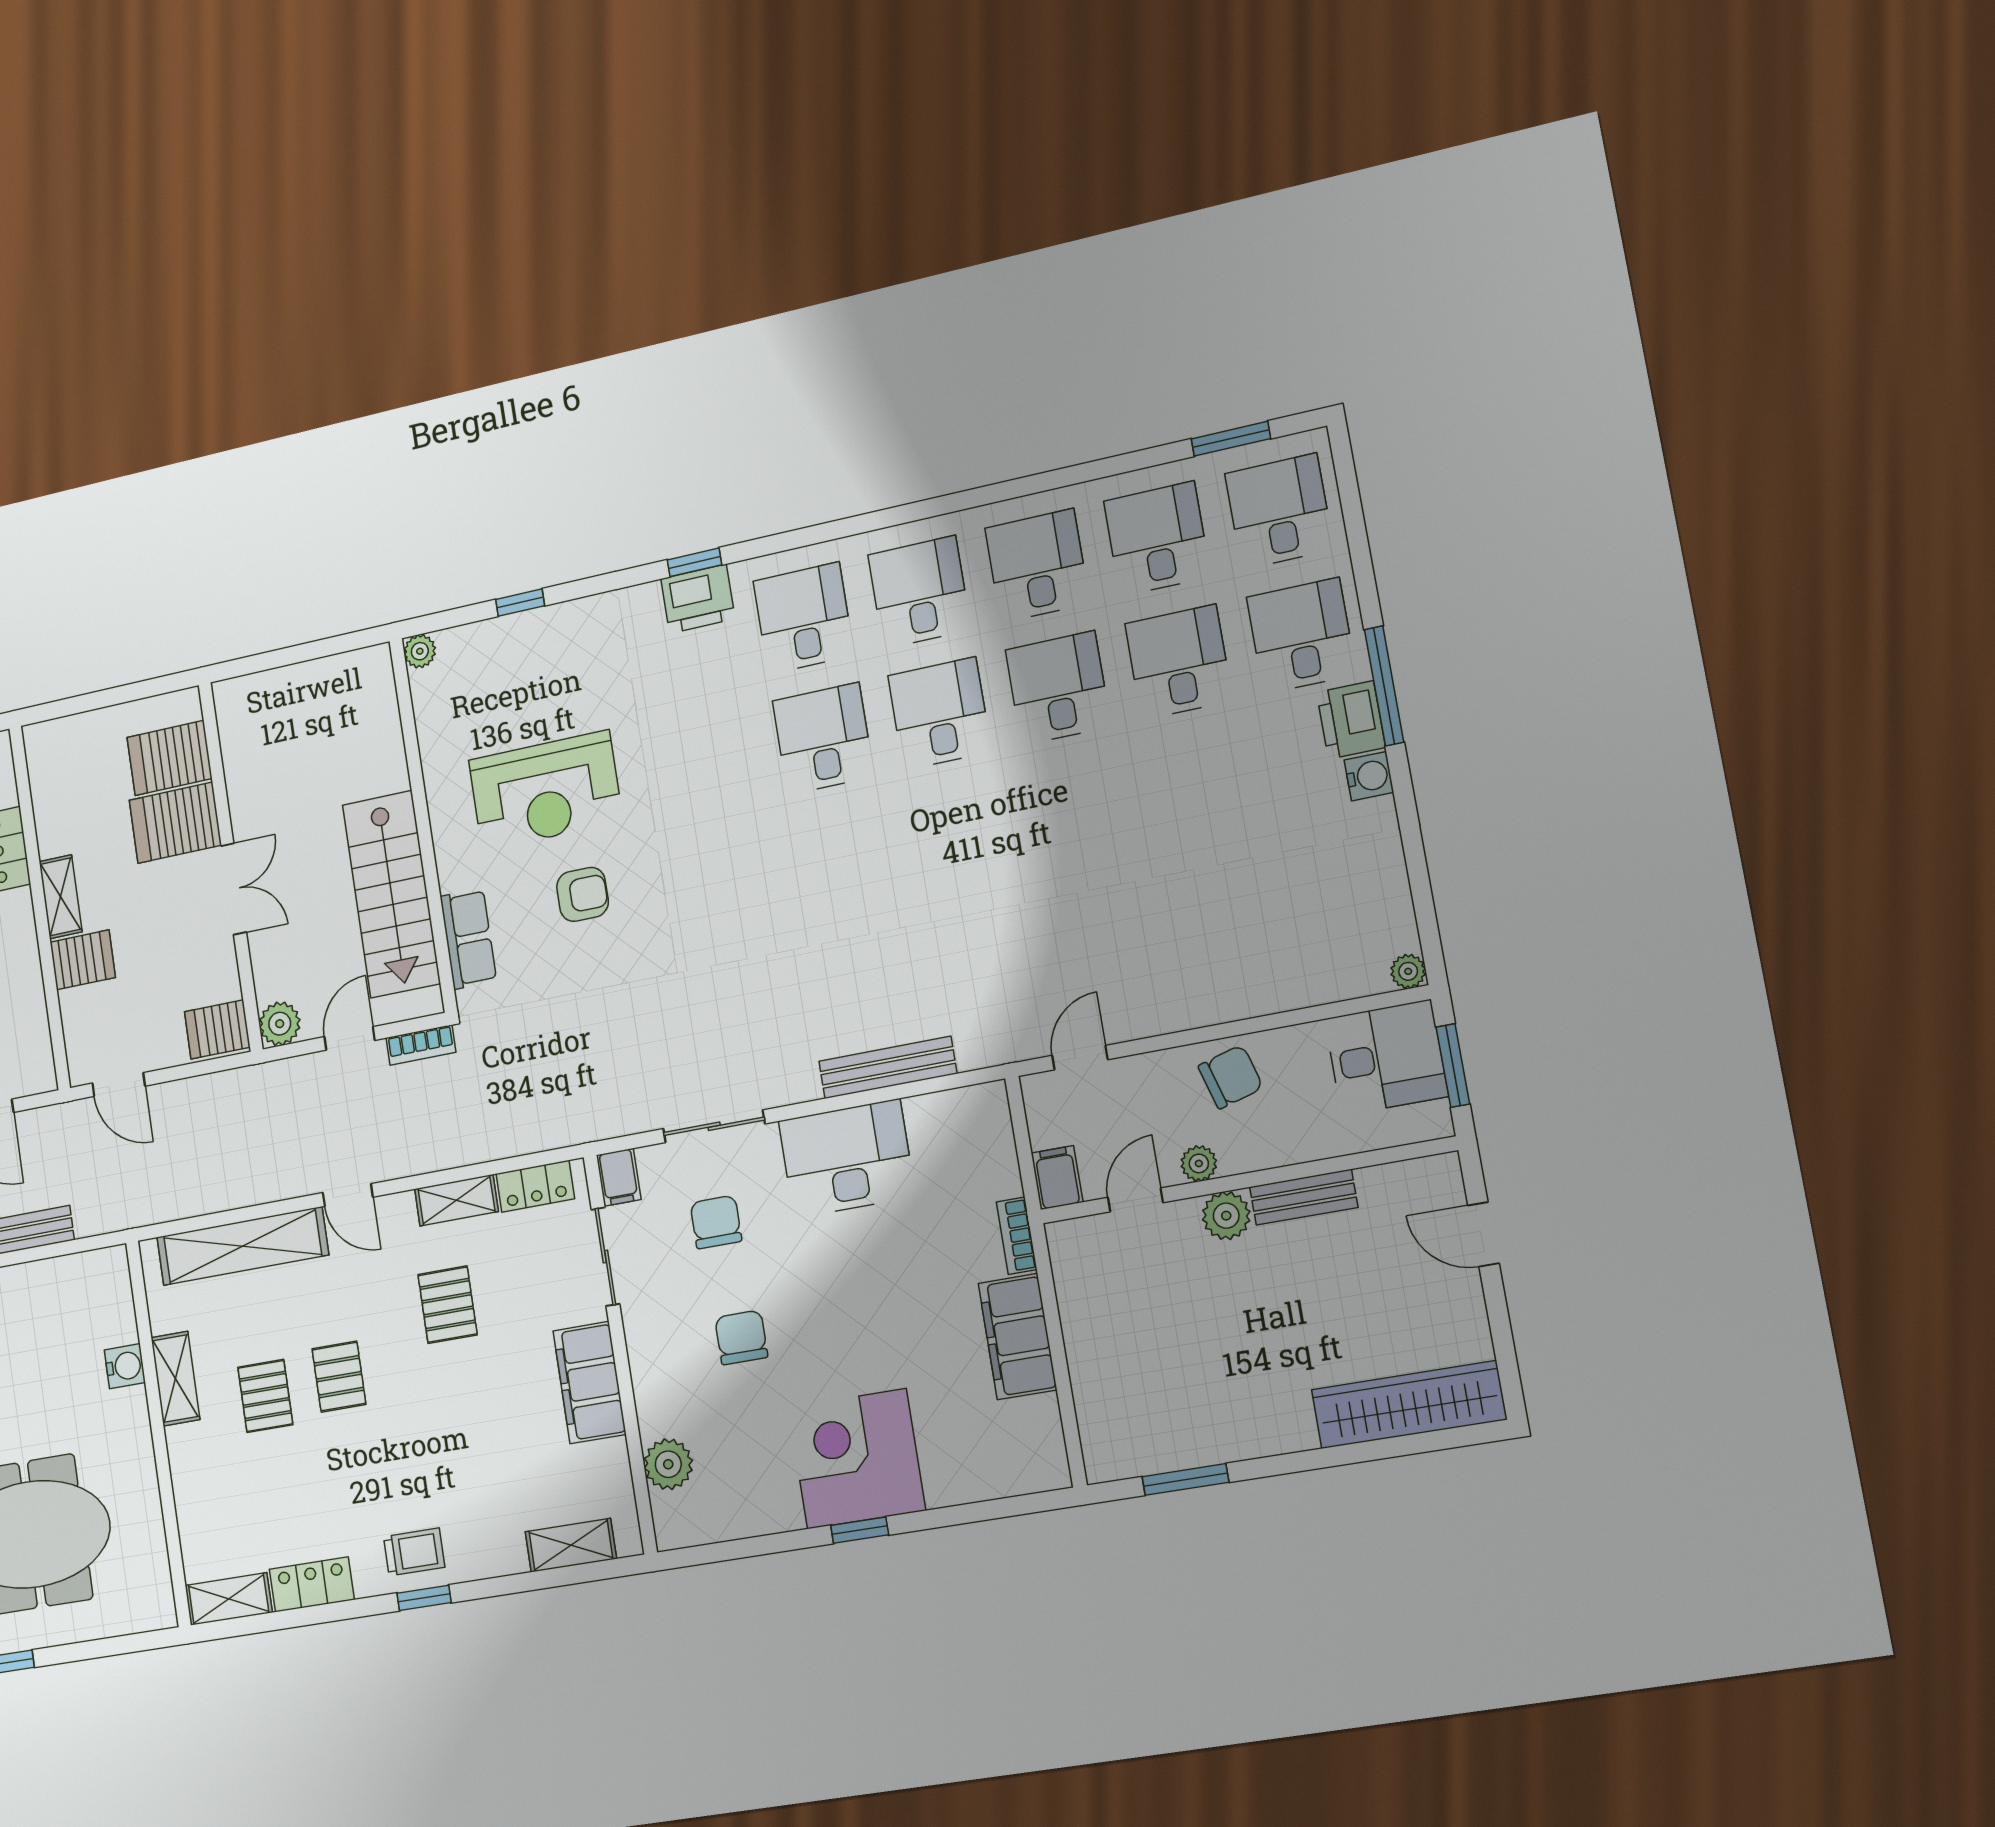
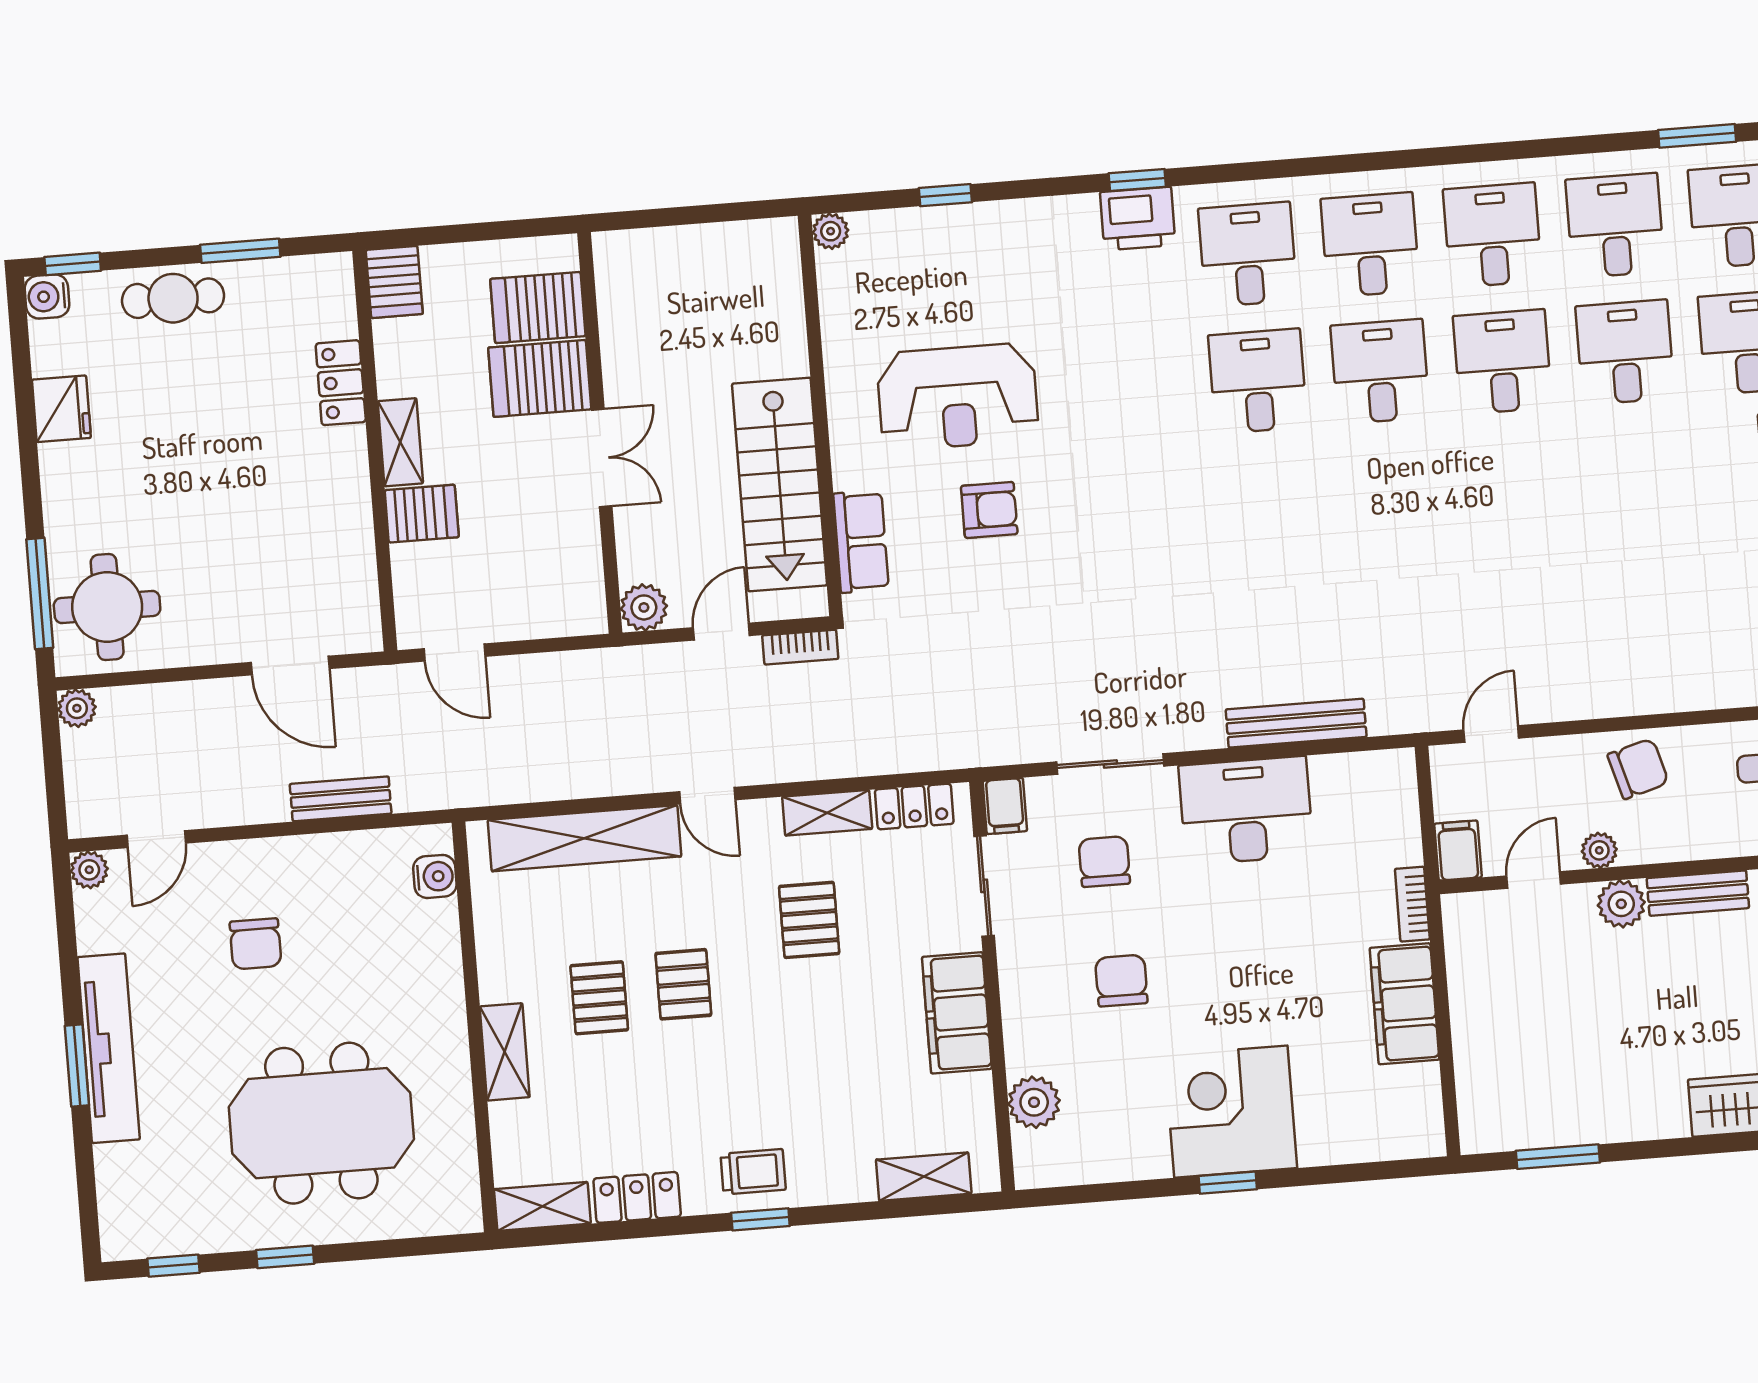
server rack: (217, 1029) -> (394, 282), moved, turned -90
water cooler: (125, 1366) -> (435, 876), moved
shelving: (175, 1379) -> (505, 1052), moved

